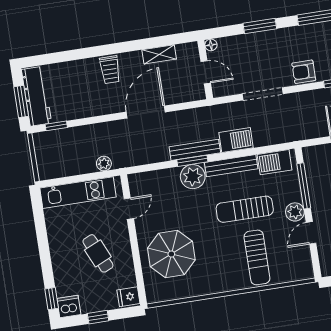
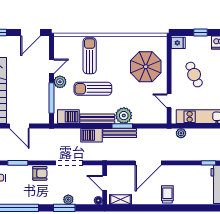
plant: (256, 39) -> (68, 200), added
shelving: (159, 54) -> (121, 200), moved
door: (129, 209) -> (169, 101), hinge flipped
sun lounger: (245, 209) -> (93, 89), turned 180

